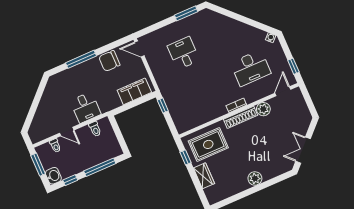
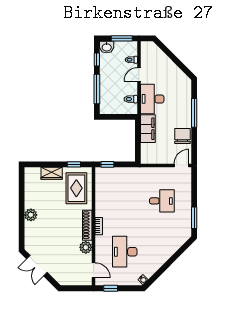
filing cabinet: (134, 91) -> (148, 129), moved
window: (163, 106) -> (107, 164), moved
desk: (86, 107) -> (152, 99), width x1.37
double door: (303, 150) -> (37, 266), swing flipped

